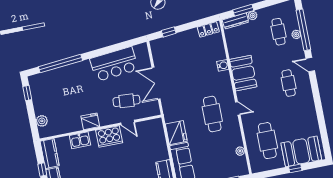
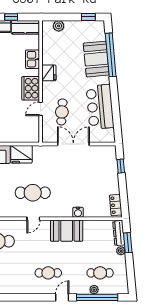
booth: (67, 77) -> (96, 59), added

